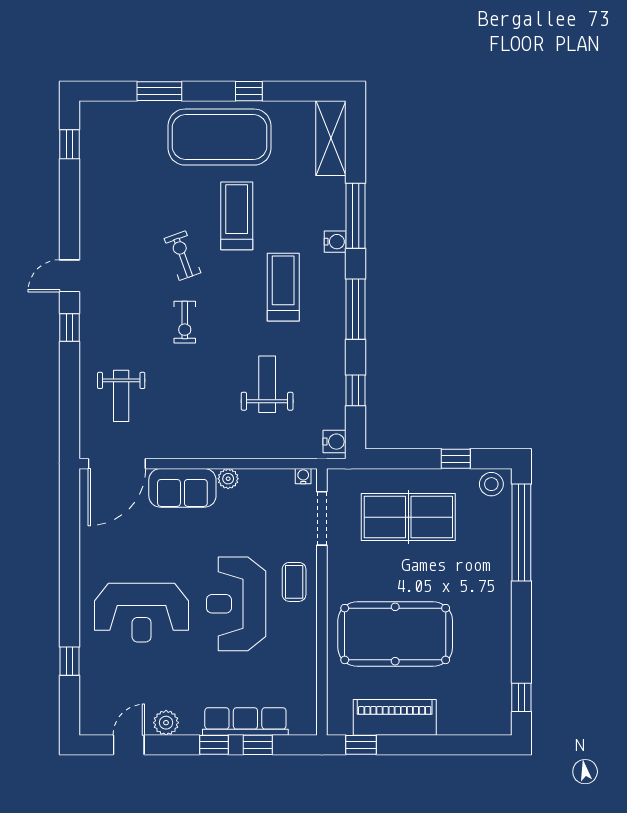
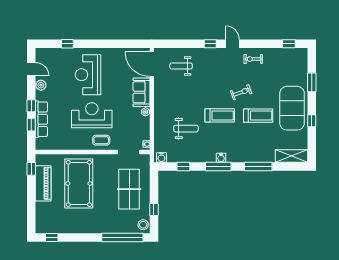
water cooler: (335, 242) -> (221, 158), moved
treadmill: (283, 287) -> (220, 115), moved
exercise bike: (185, 322) -> (253, 59), moved

